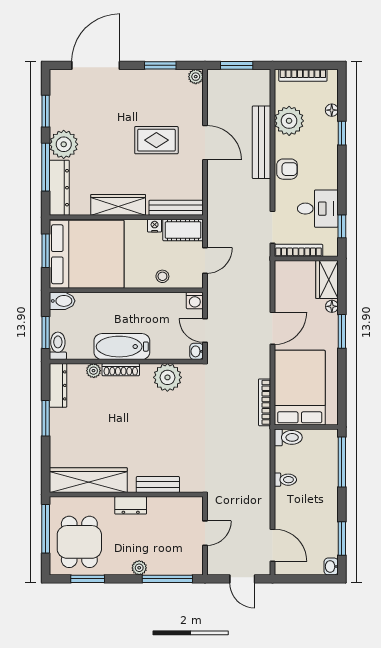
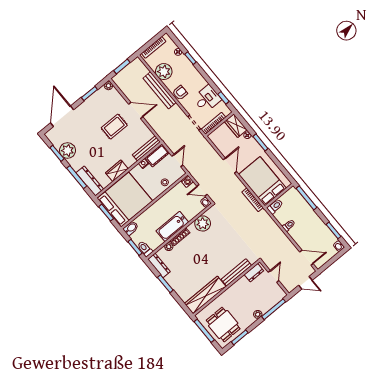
plant: (64, 144) -> (67, 150), moved
wardrobe: (118, 205) -> (117, 171), width x0.67
bench: (158, 485) -> (236, 272), width x1.36
dresser: (131, 505) -> (254, 273), moved

